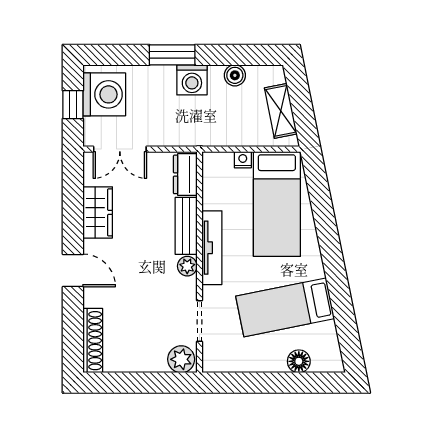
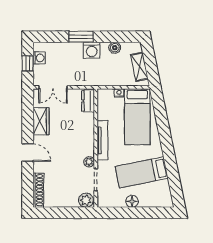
washing machine: (104, 94) -> (39, 58), width x0.53, depth x0.53
bench: (186, 226) -> (89, 129), removed
plant: (187, 266) -> (89, 162), moved
floor lamp: (299, 361) -> (132, 201), moved

